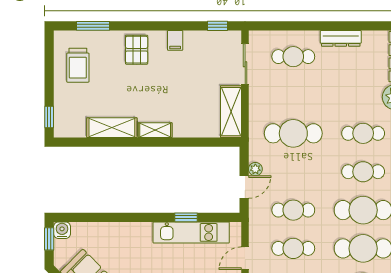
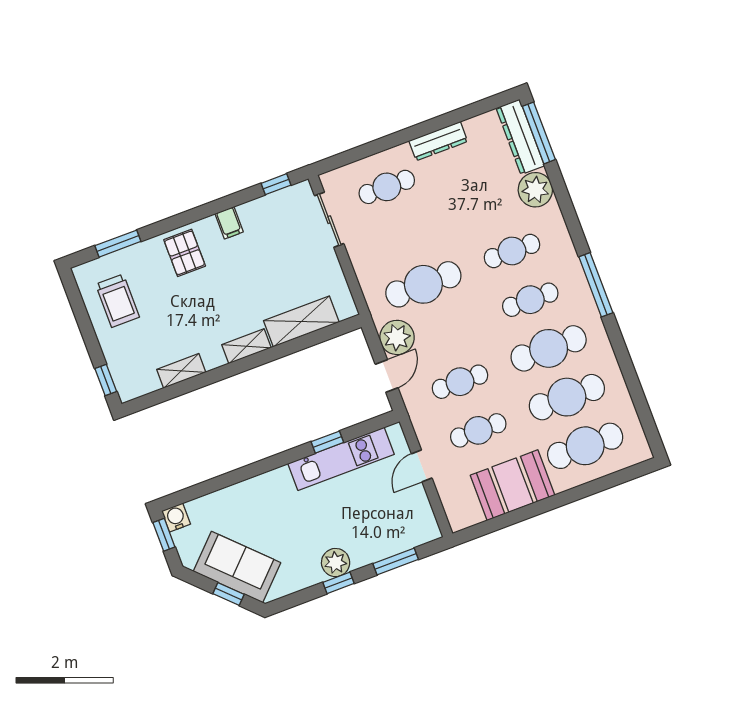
shelving: (231, 112) -> (301, 321), moved, turned 90
shelving: (112, 128) -> (181, 371), width x0.67, depth x0.75
plant: (255, 169) -> (397, 337), width x1.87, depth x1.87

